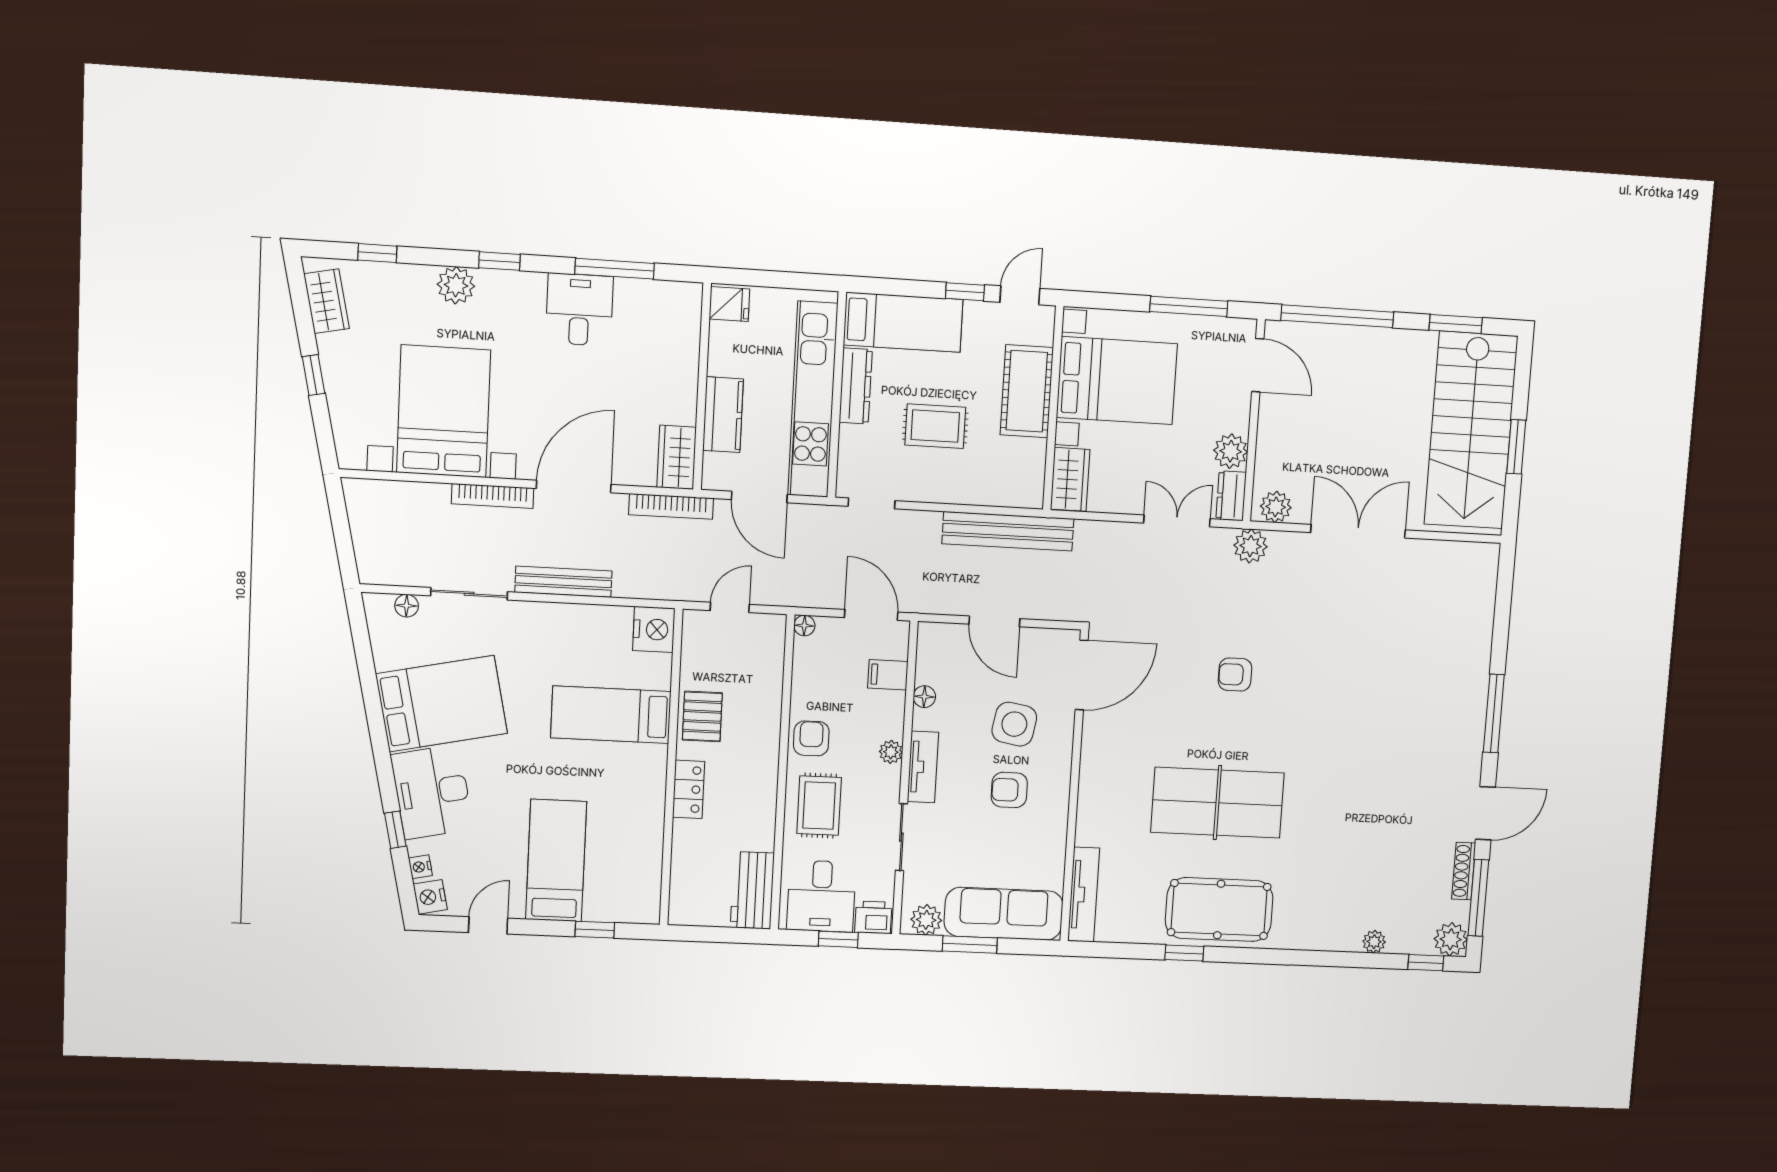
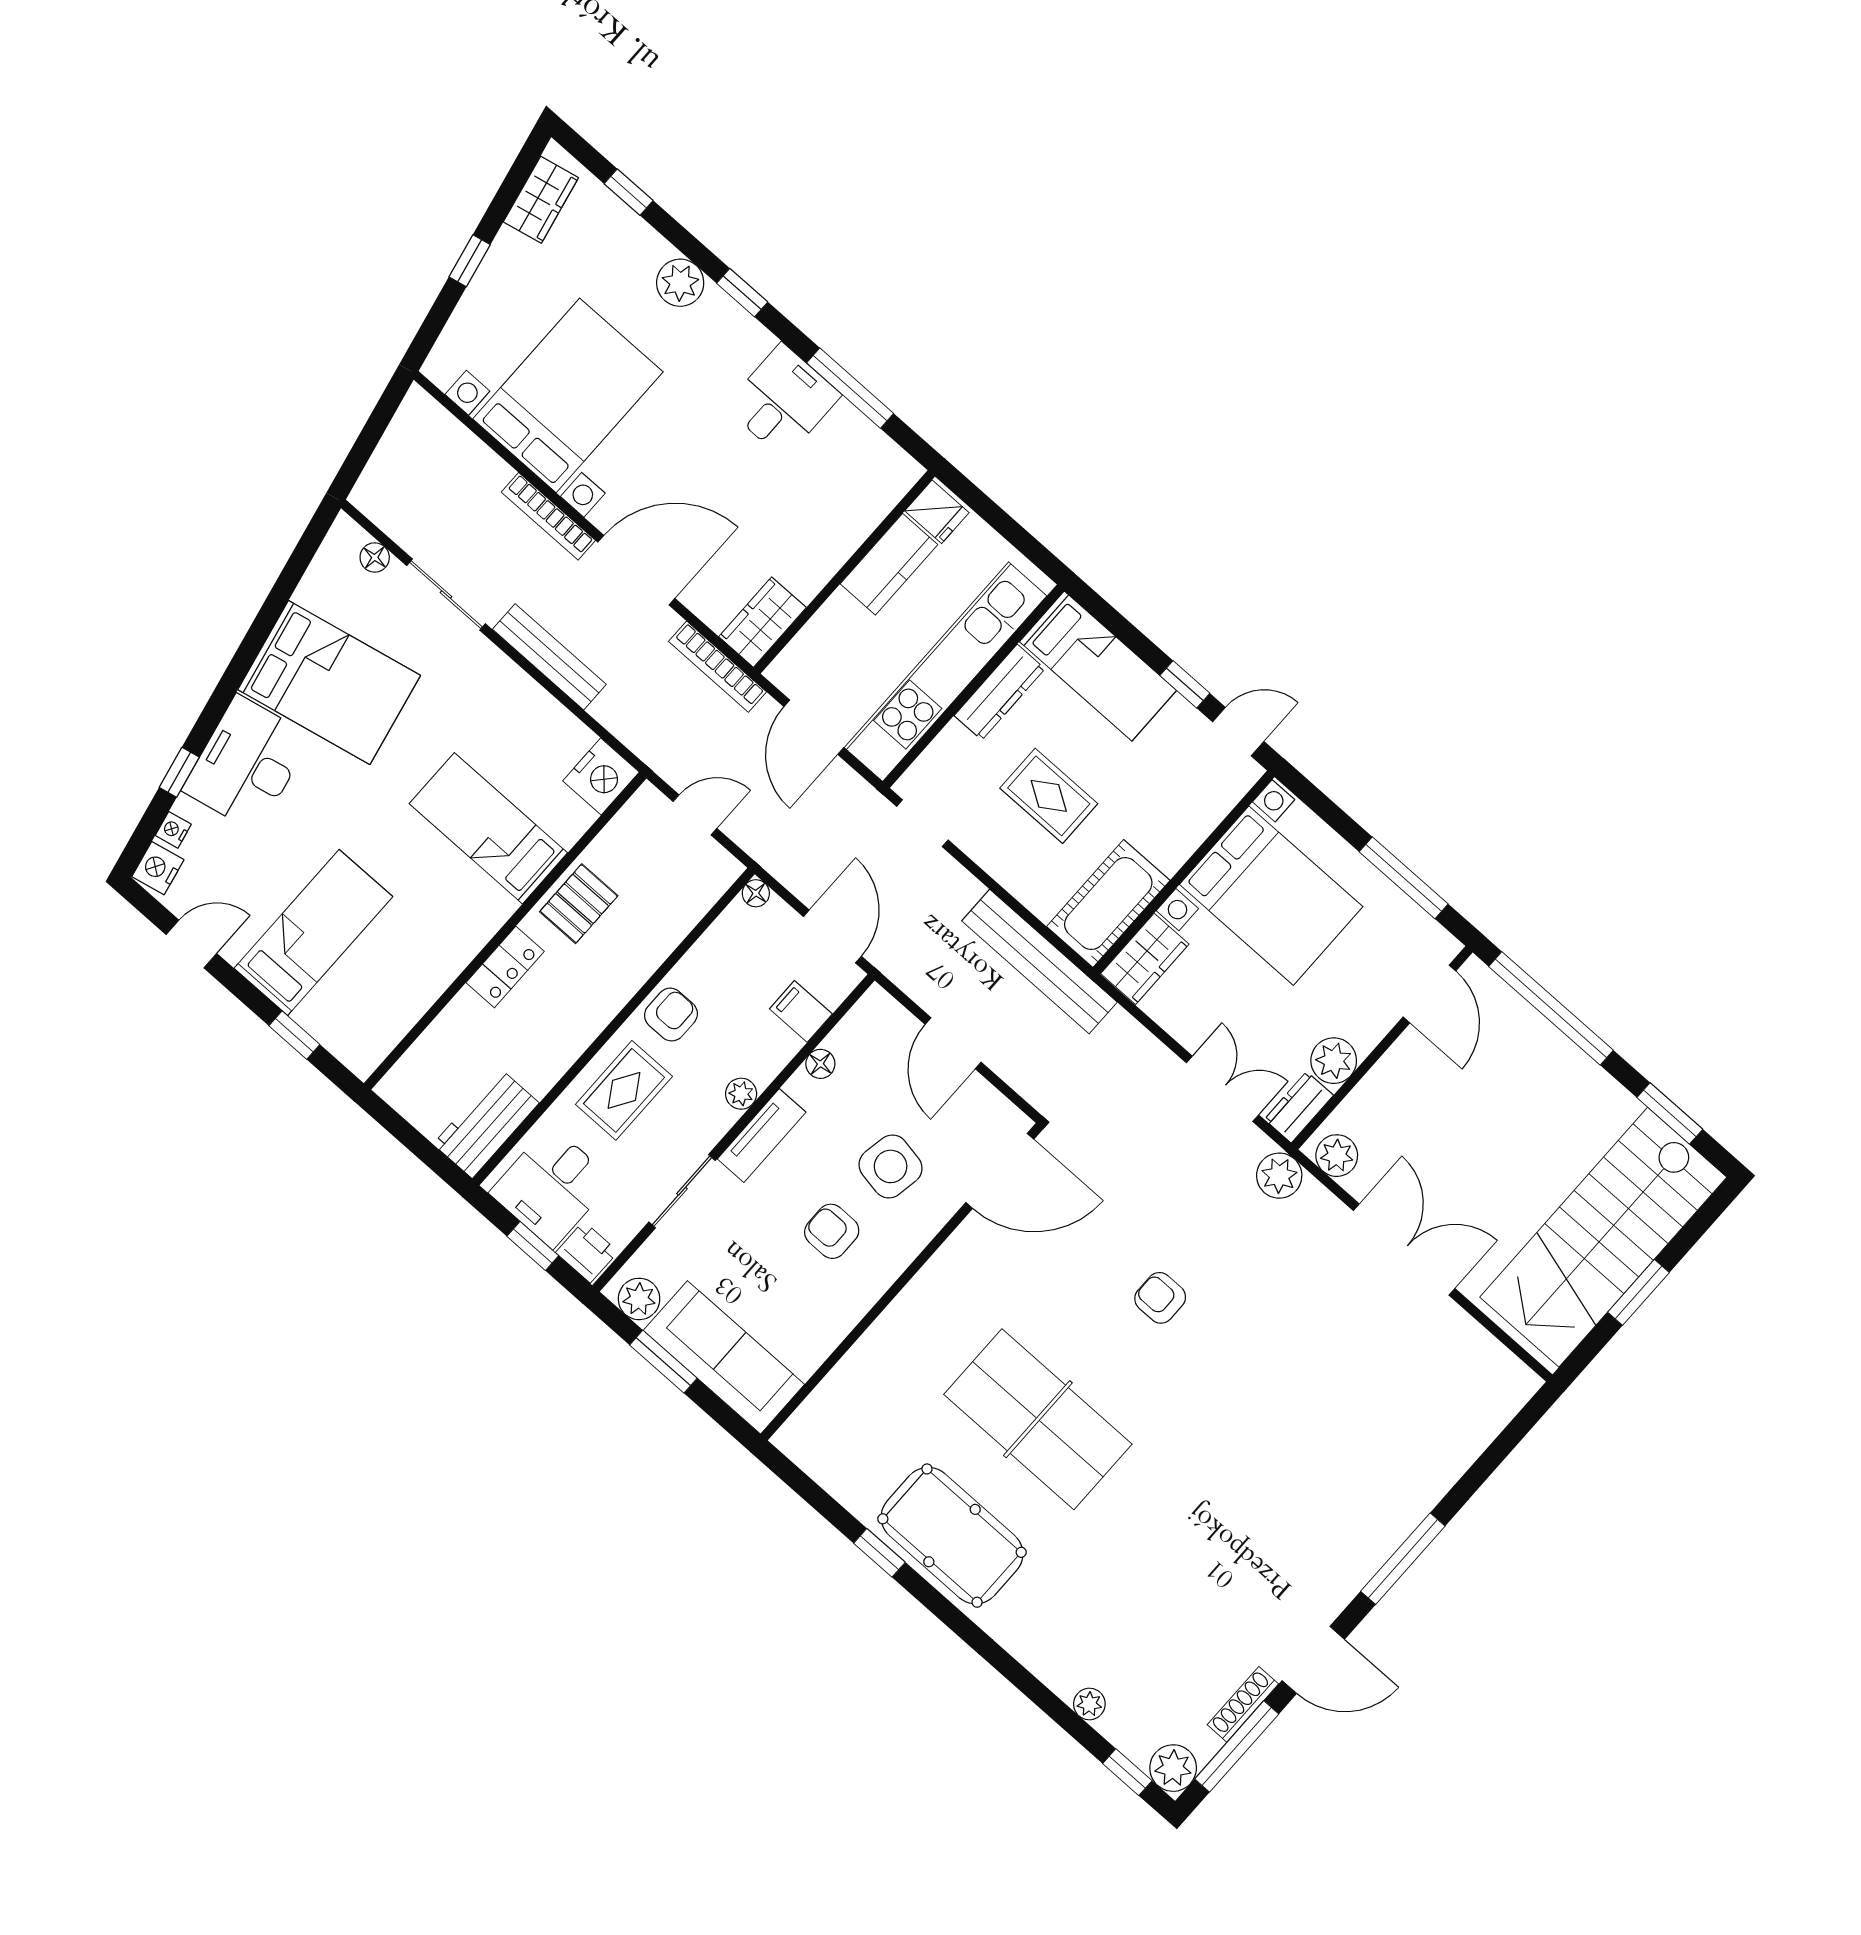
cot: (1027, 391) -> (1108, 904), moved
kitchen counter: (723, 415) -> (889, 564), moved
tv unit: (1084, 895) -> (823, 1404), removed

